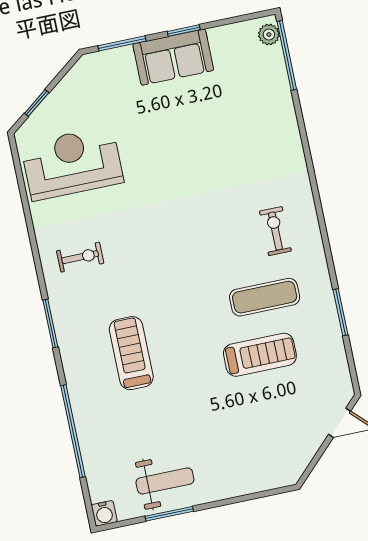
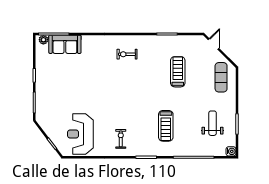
sofa: (173, 57) -> (65, 44), moved, turned 90
exercise mat: (265, 297) -> (221, 77), moved
treadmill: (131, 353) -> (166, 126), turned -90
weight bench: (165, 481) -> (213, 123), moved

